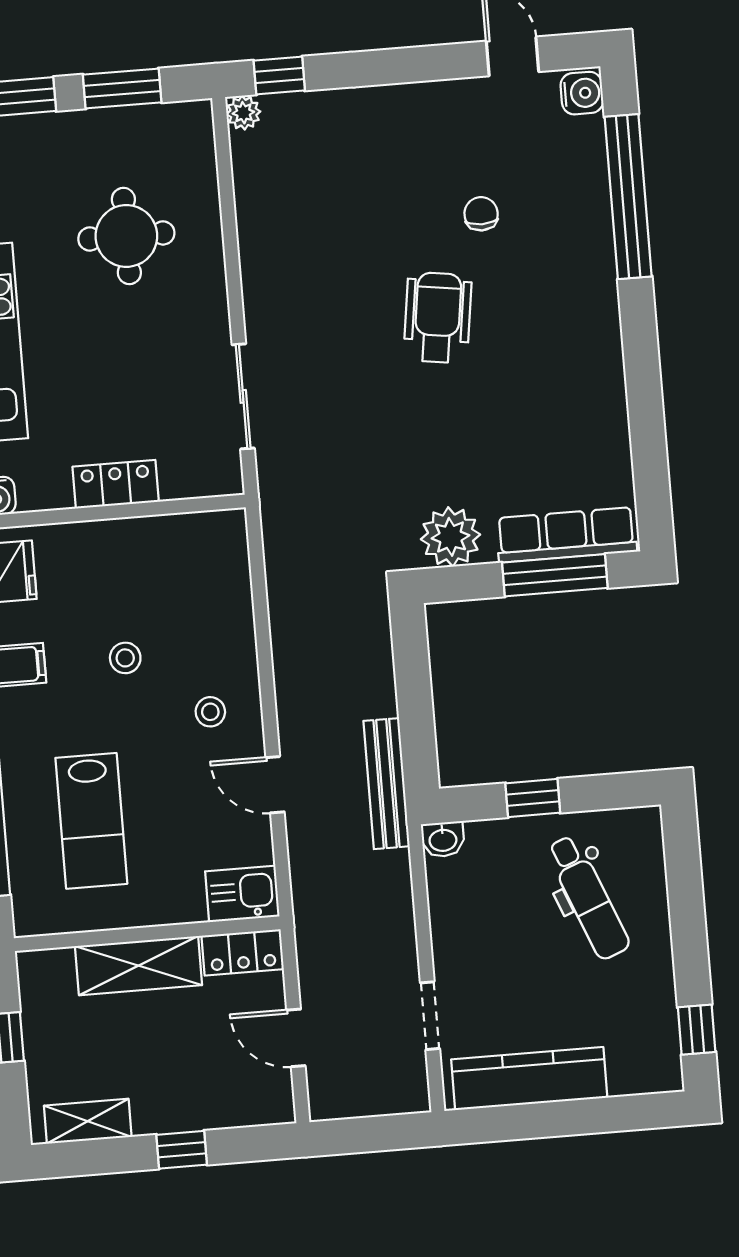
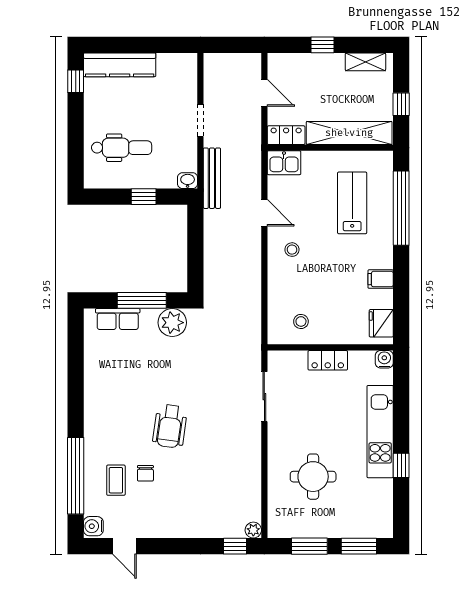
coffee table: (542, 194) -> (116, 480), added
row of seats: (566, 535) -> (118, 319), width x0.68
window: (555, 575) -> (142, 300), moved
stool: (125, 658) -> (301, 321), moved
bench: (386, 784) -> (212, 178), moved
dental chair: (588, 897) -> (122, 148), turned 112
shelving: (138, 966) -> (349, 133), width x1.47
doorway: (430, 1016) -> (200, 120), moved
kitchen counter: (529, 1079) -> (120, 65), moved

